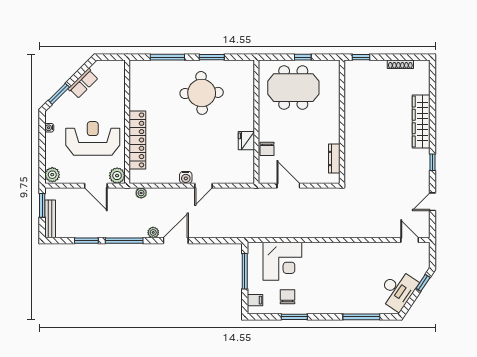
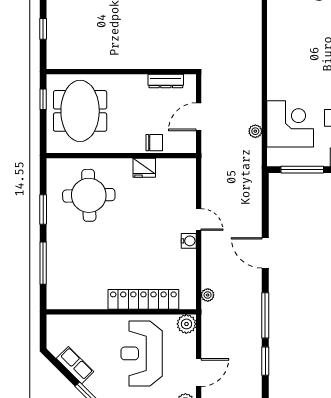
round table: (202, 93) -> (89, 195), moved
wall: (342, 122) -> (121, 72), moved
dresser: (334, 159) -> (166, 81), moved
door: (96, 186) -> (199, 373), moved
plant: (153, 232) -> (255, 131), moved

